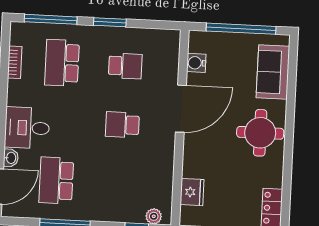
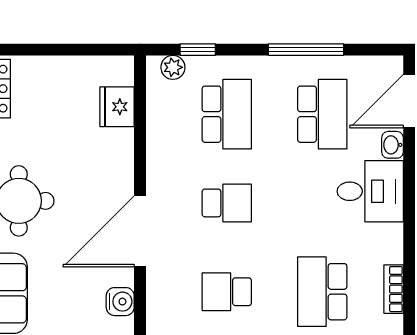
school desk: (62, 63) -> (322, 292), turned 180
school desk: (120, 184) -> (227, 114), added

